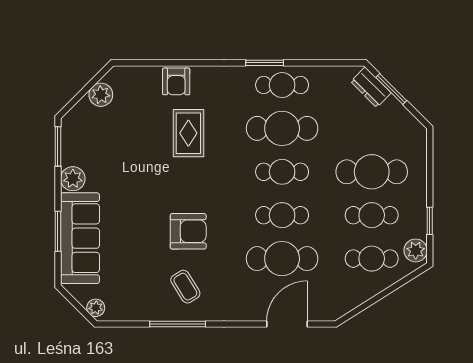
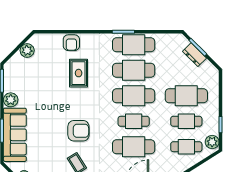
cafe table: (282, 85) -> (134, 45), width x1.37, depth x1.35
dresser: (371, 87) -> (194, 55), moved
cafe table: (282, 172) -> (134, 96), width x1.37, depth x1.35

